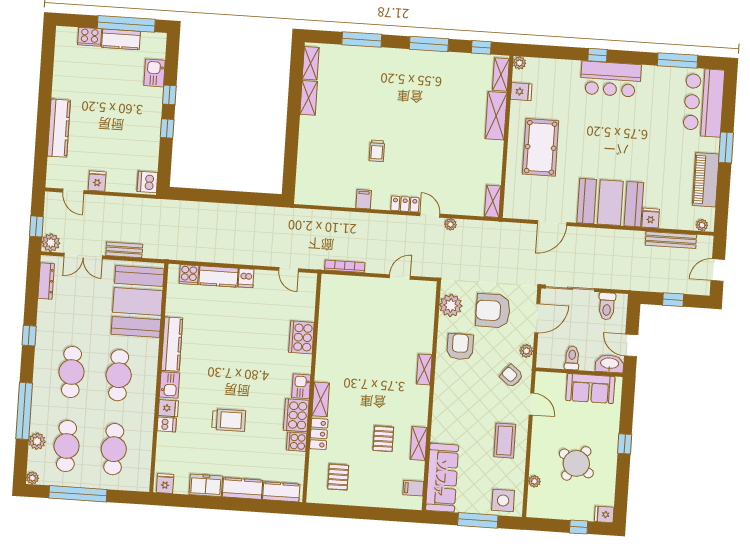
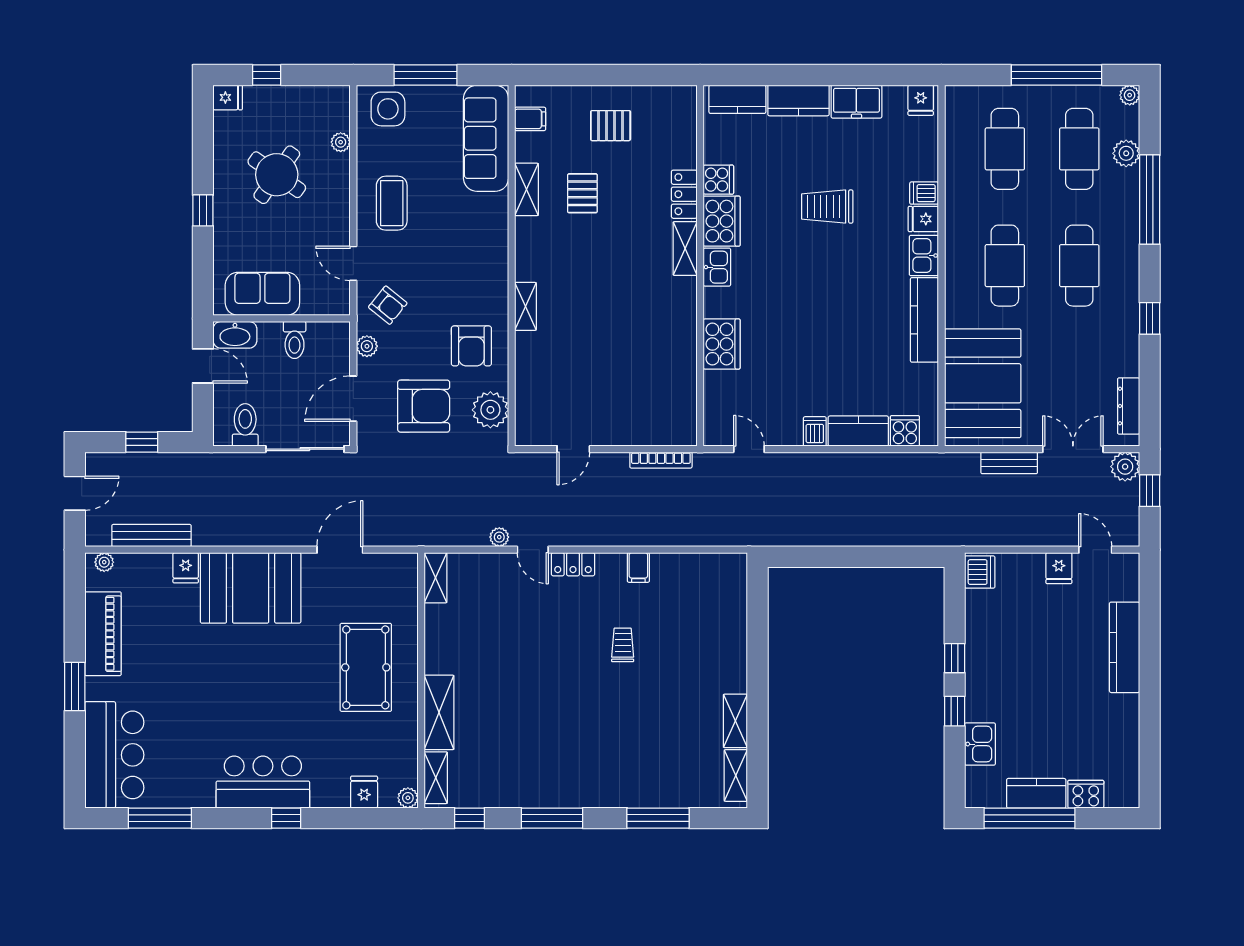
fridge: (521, 92) -> (364, 792), moved, turned 90
pallet: (338, 477) -> (611, 126), moved, turned 90

